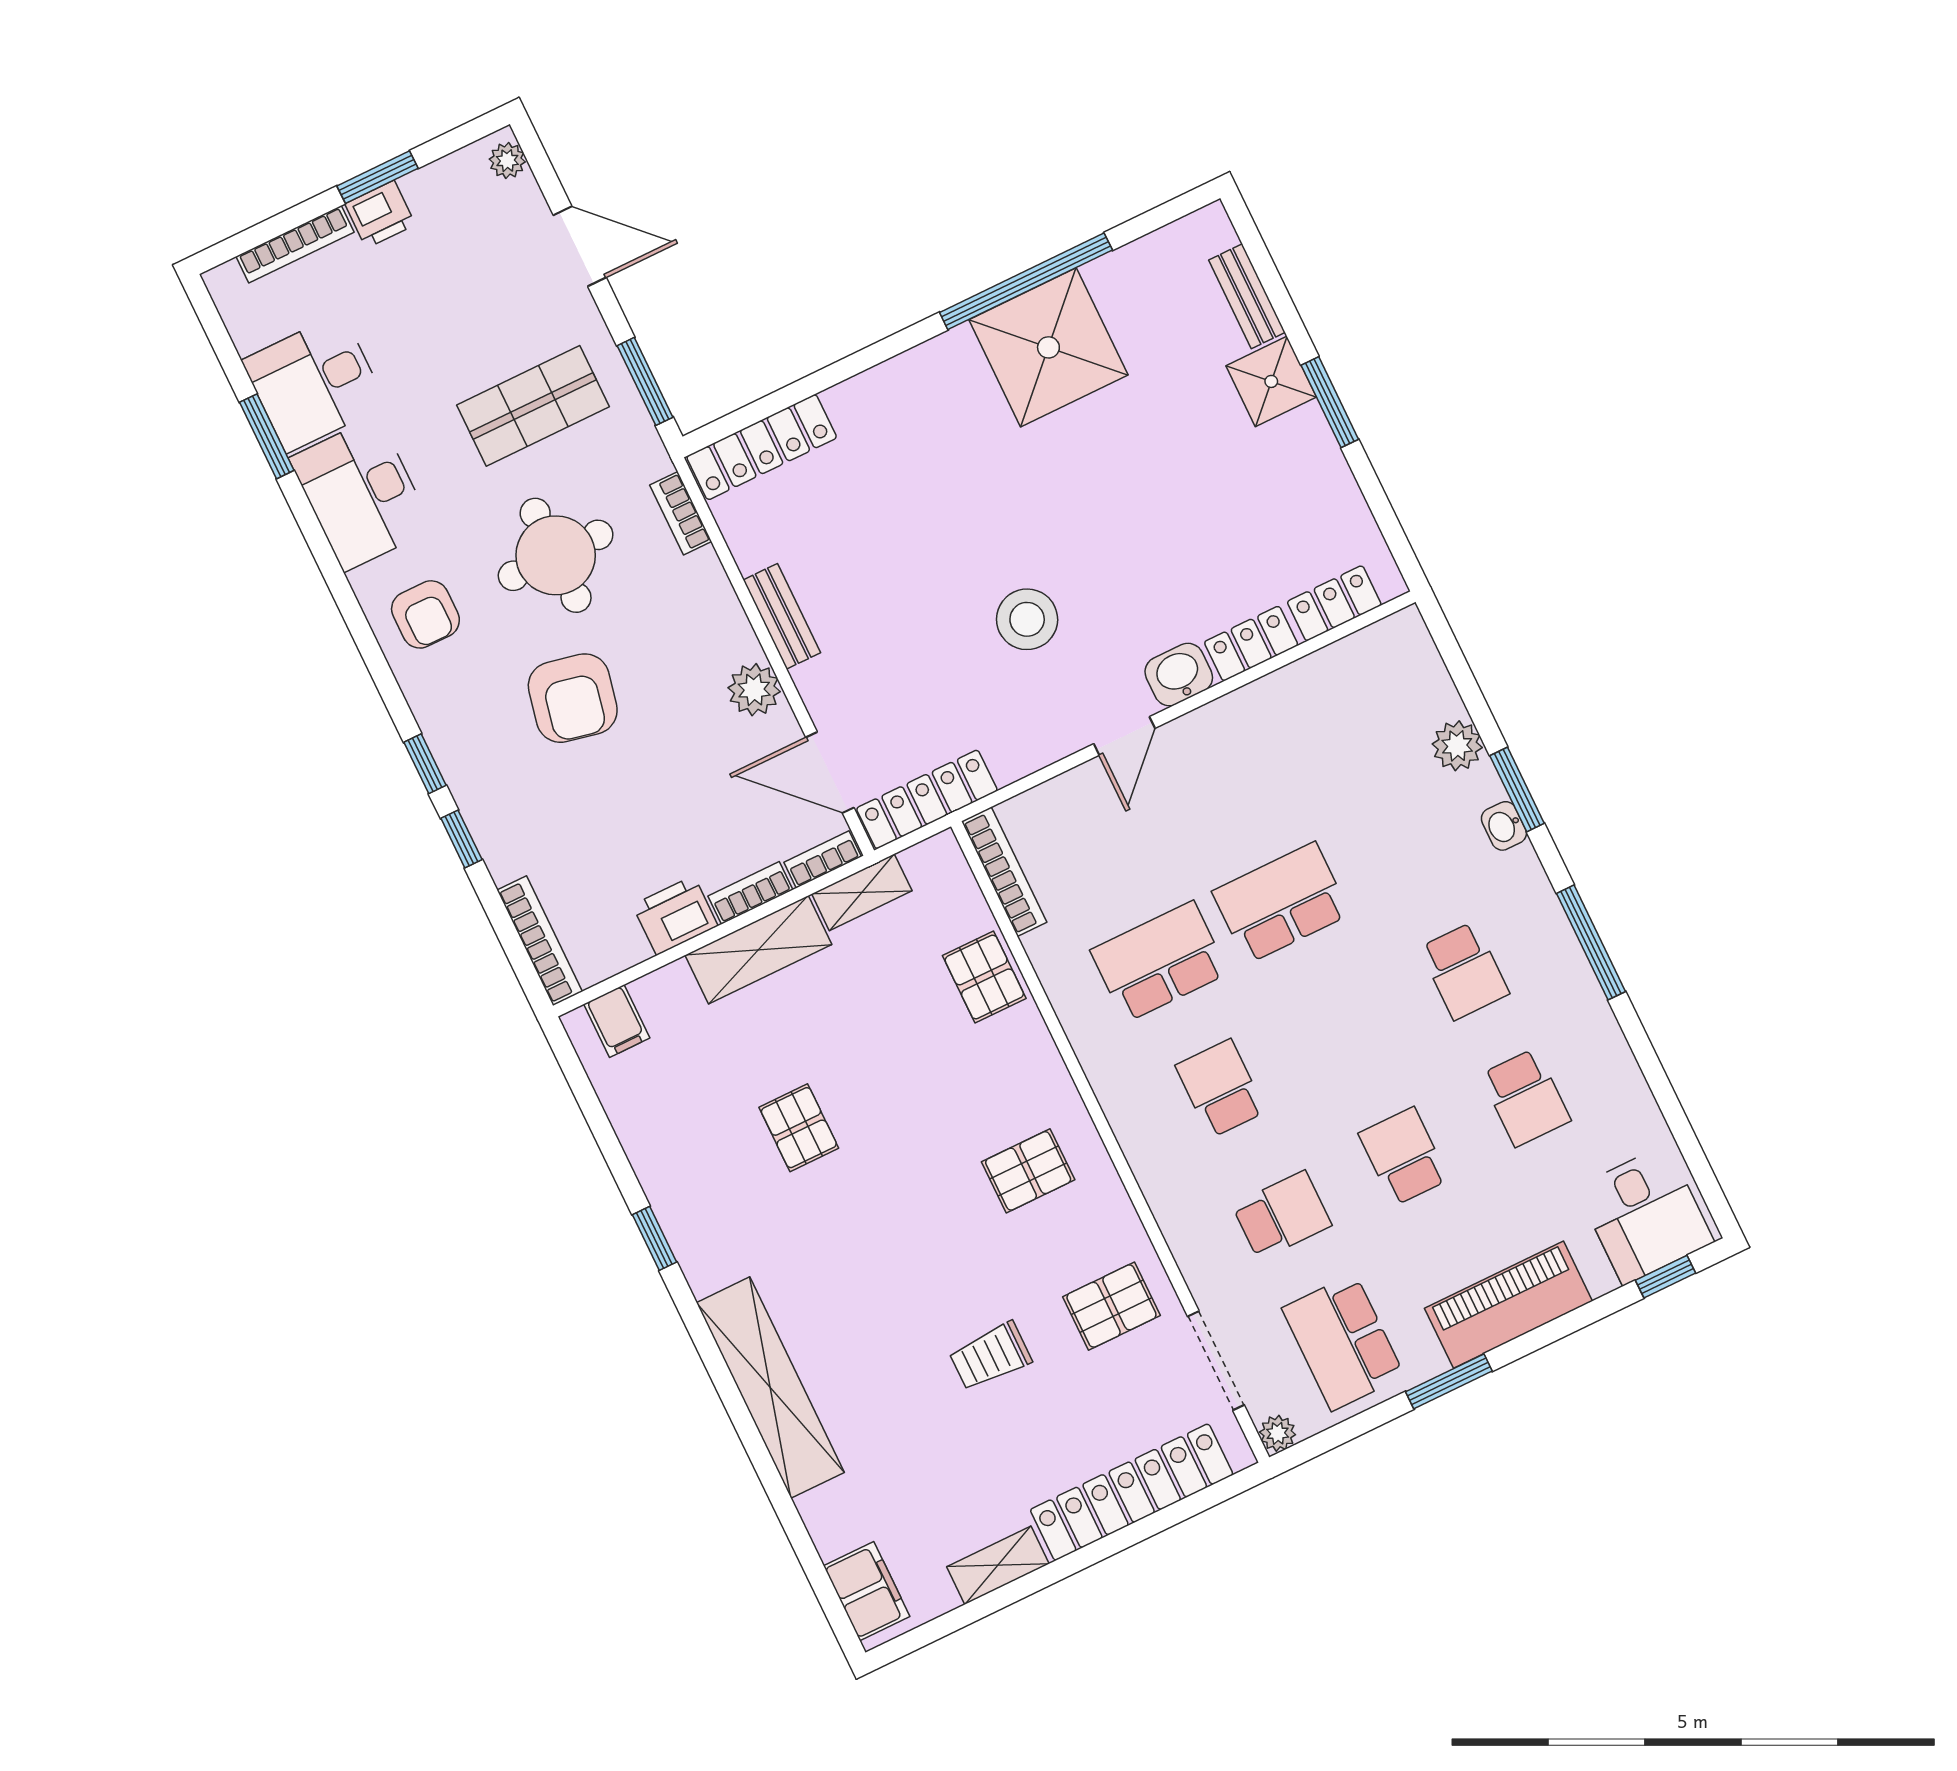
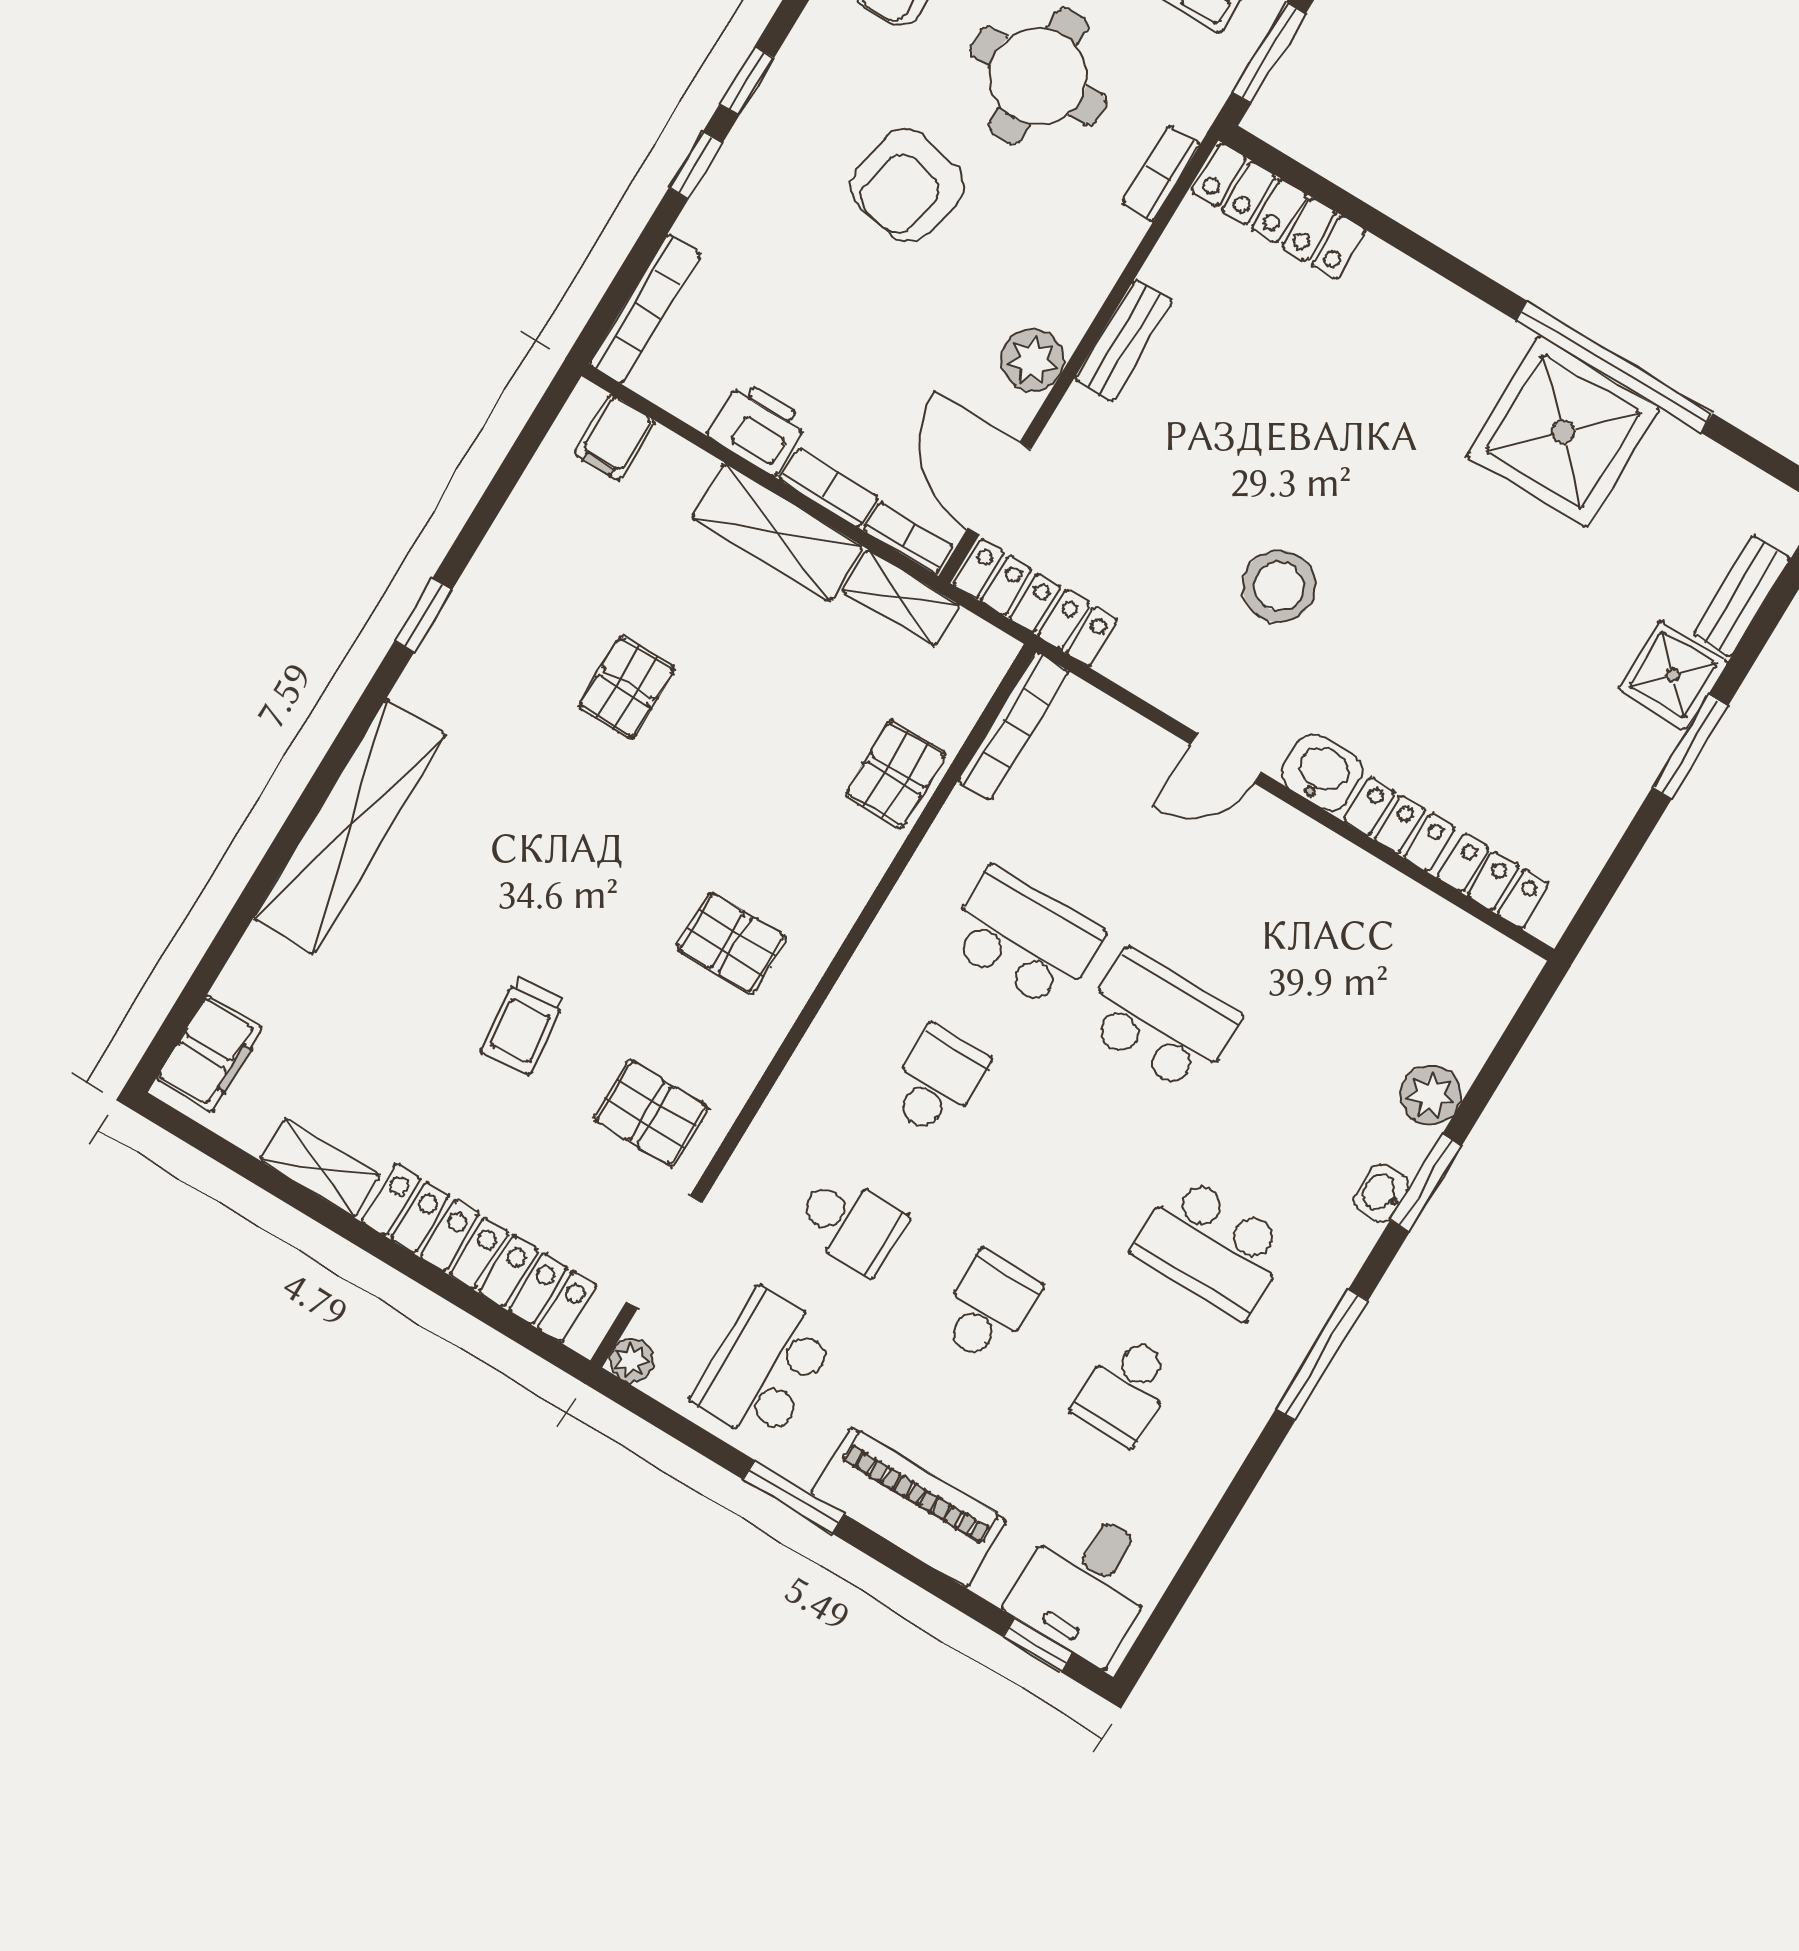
school desk: (1464, 971) -> (1212, 1247), width x1.85
trolley: (990, 1356) -> (523, 1025), turned -96

